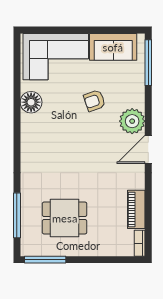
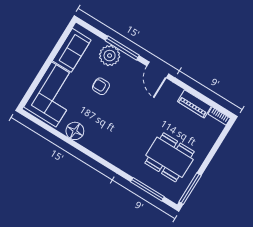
window: (148, 63) -> (122, 48), moved
armchair: (94, 101) -> (101, 86), turned 109
plant: (132, 121) -> (110, 56), moved
dining table: (65, 218) -> (169, 157), width x1.38

